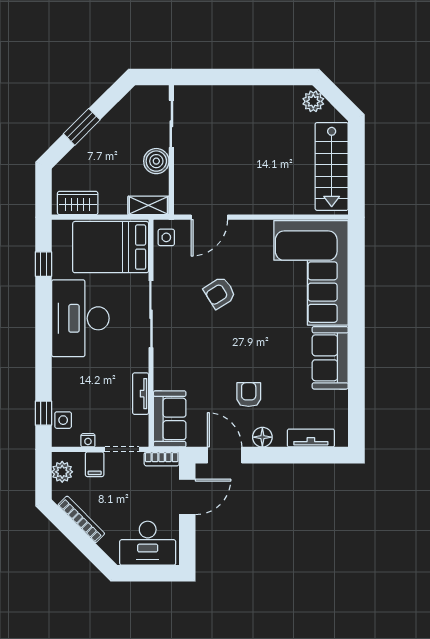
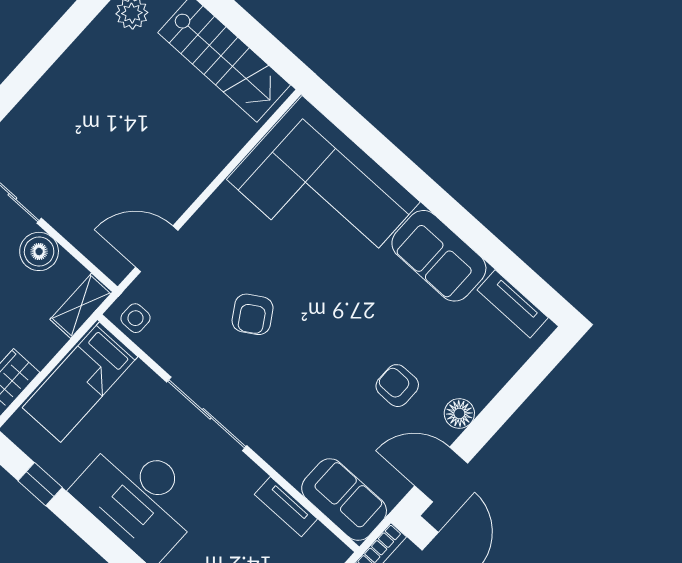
door: (209, 217) -> (157, 249), swing flipped
bed: (111, 247) -> (80, 382), width x0.67
tv unit: (311, 438) -> (513, 304), moved, turned -90

